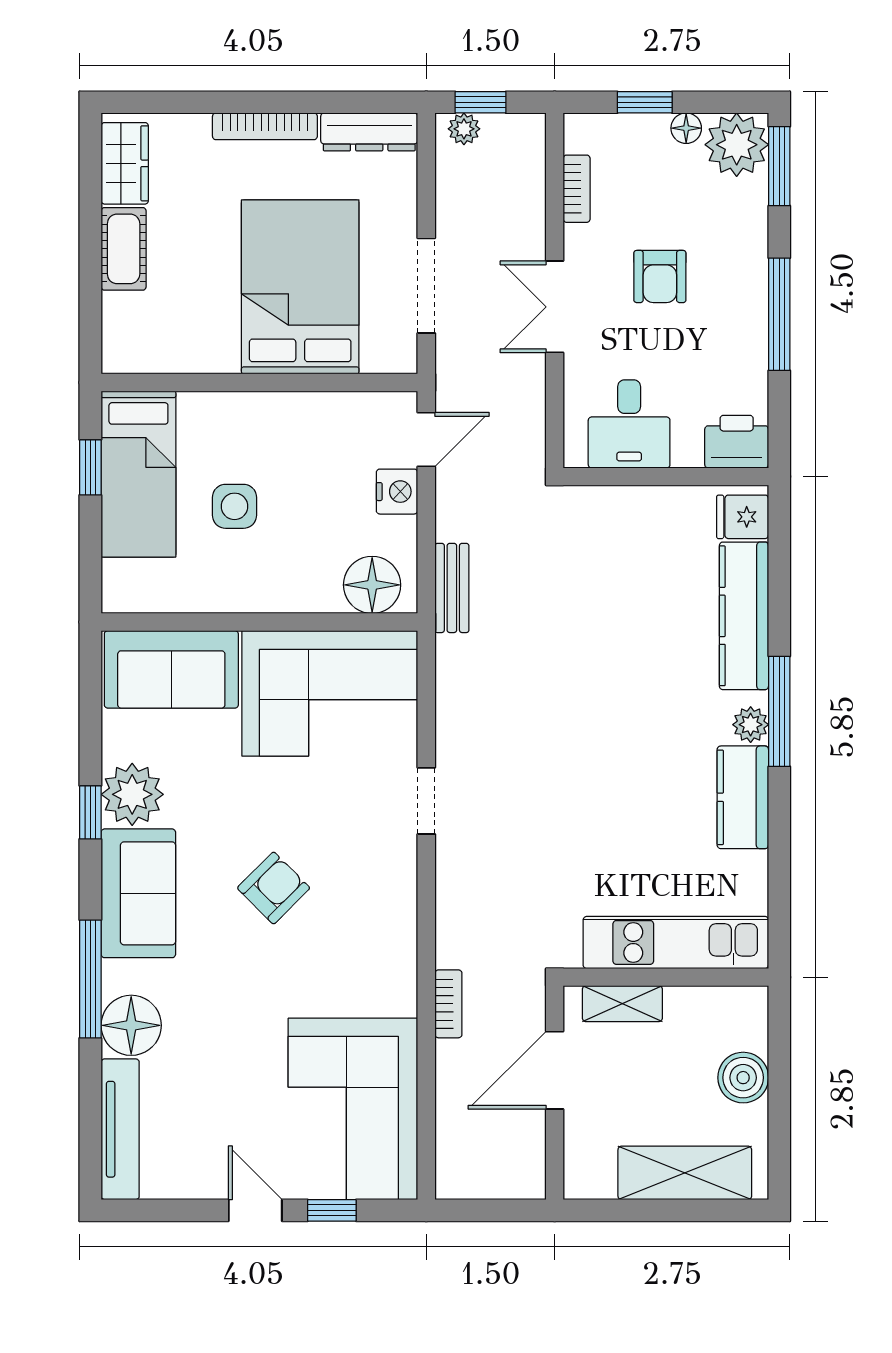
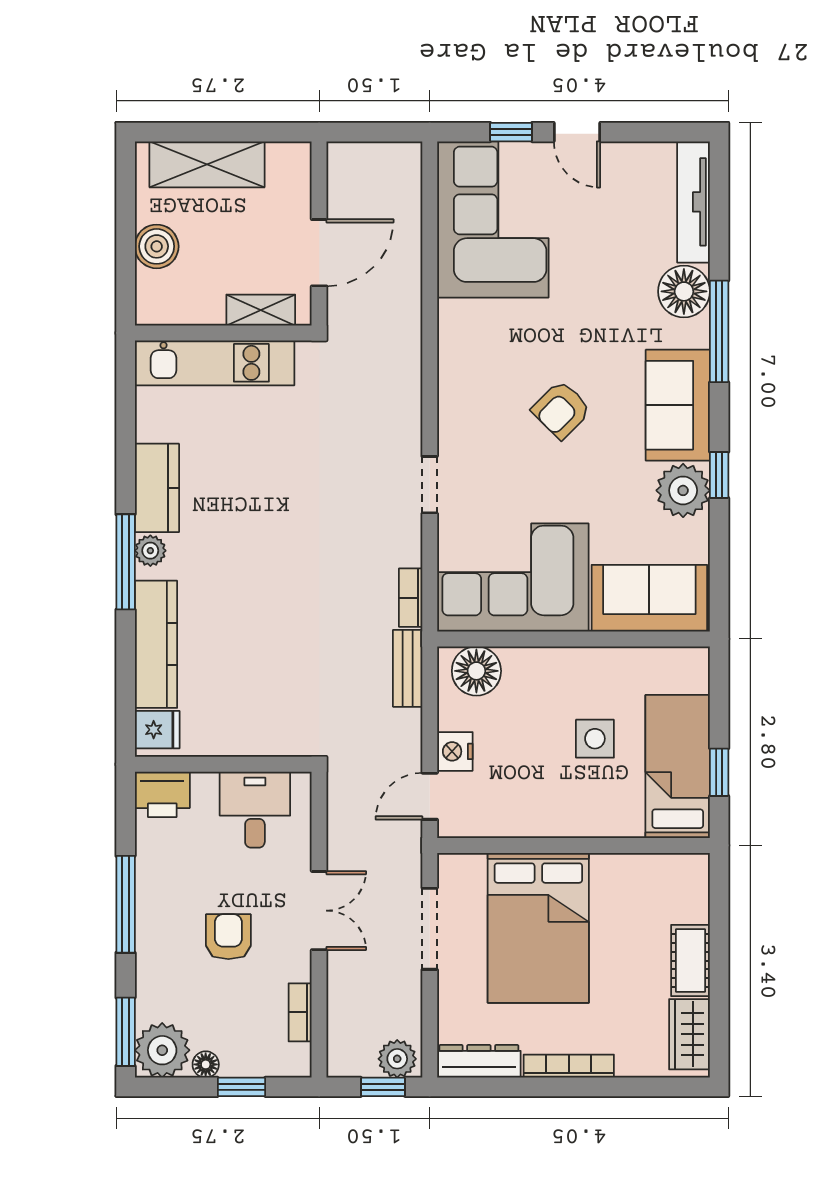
plant: (464, 129) -> (397, 1059), width x1.38, depth x1.38
bookcase: (448, 1004) -> (411, 598), moved

